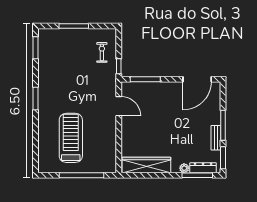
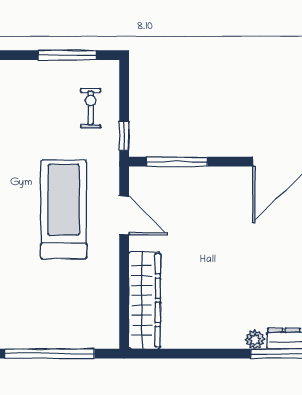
window: (74, 26) -> (67, 55), moved
treadmill: (71, 138) -> (64, 209), moved
wardrobe: (146, 165) -> (145, 300), moved, turned 90

